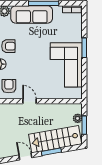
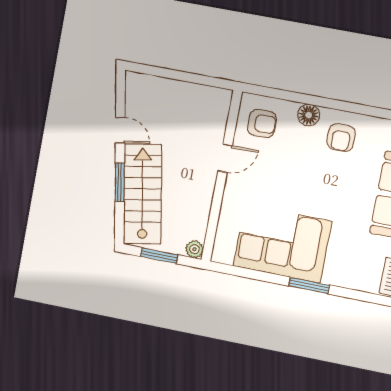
plant: (78, 118) -> (194, 249), moved
door: (25, 156) -> (120, 130), hinge flipped

